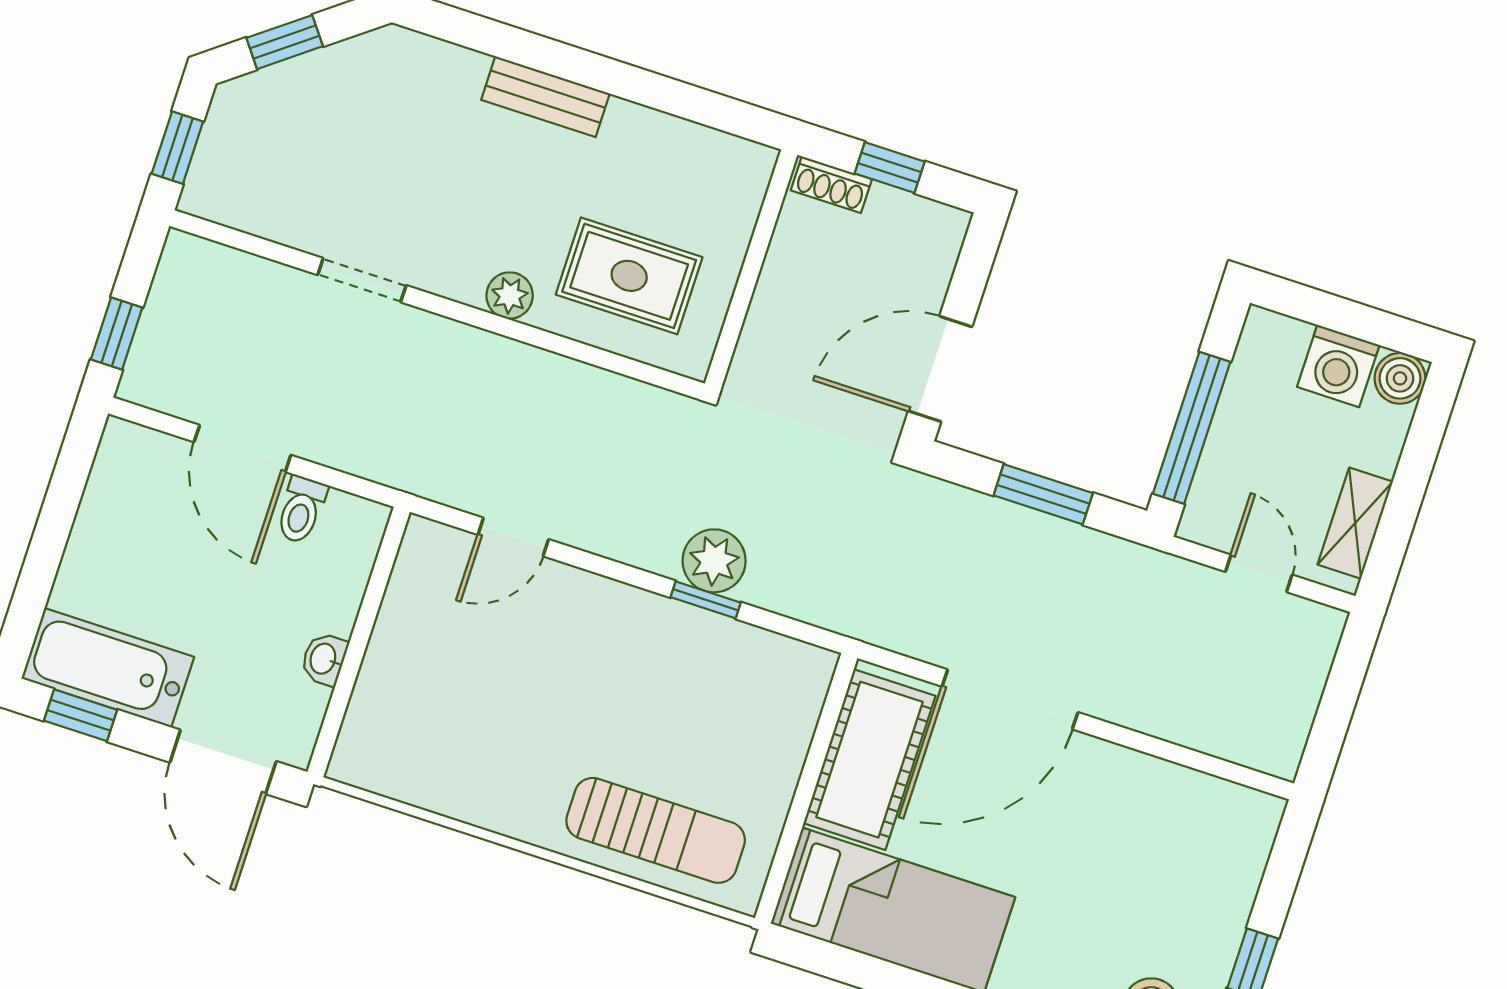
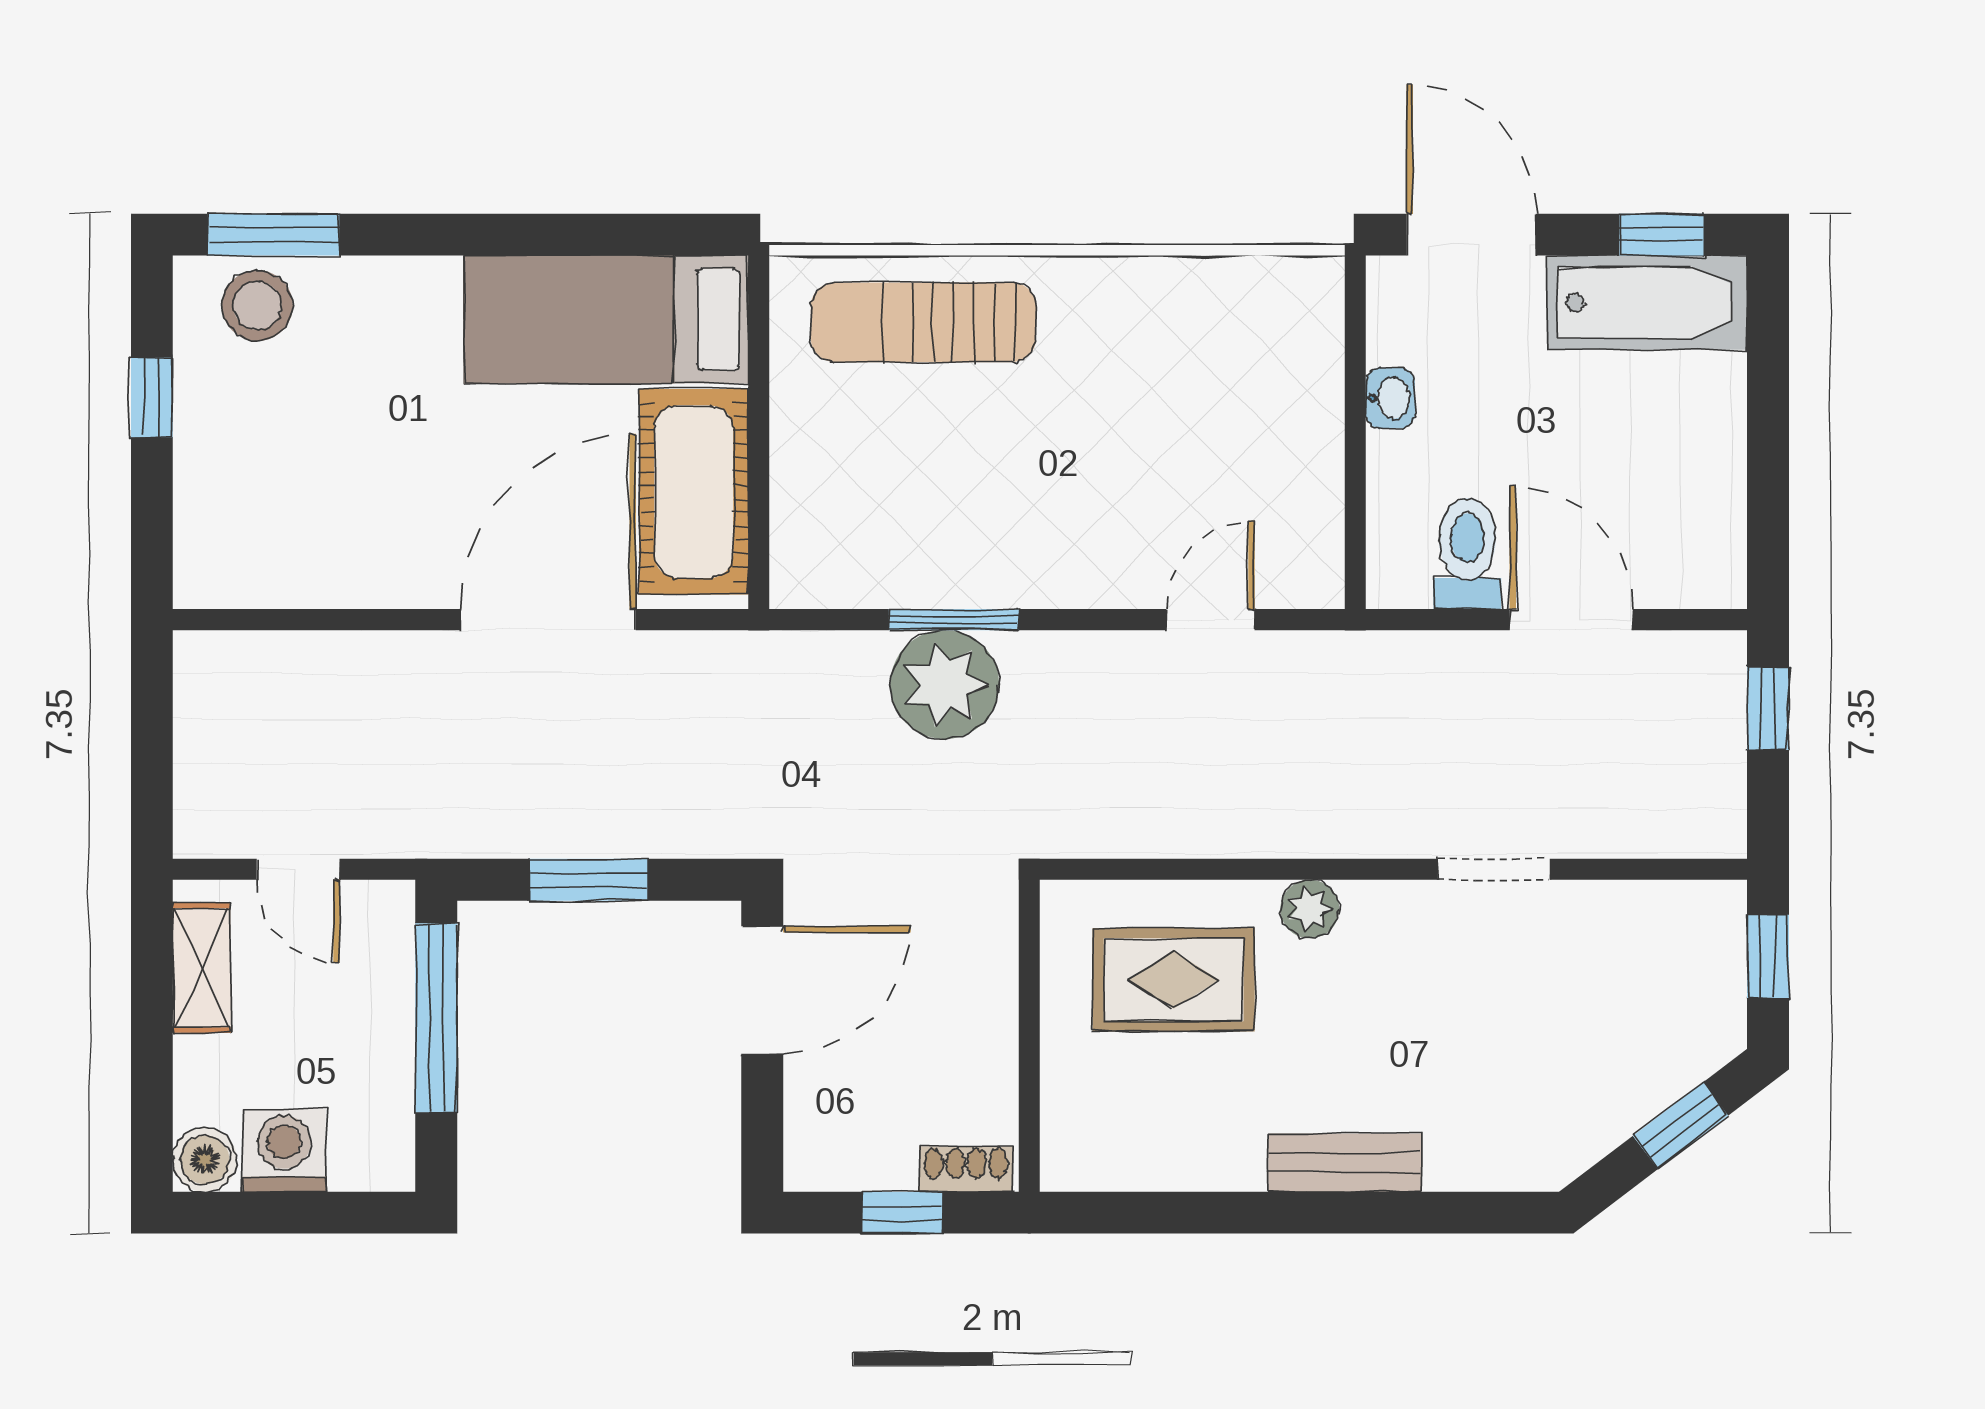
toilet: (301, 510) -> (1467, 554), width x1.37, depth x1.39
plant: (714, 561) -> (945, 685), width x1.36, depth x1.36
window: (706, 600) -> (954, 620), width x1.50

